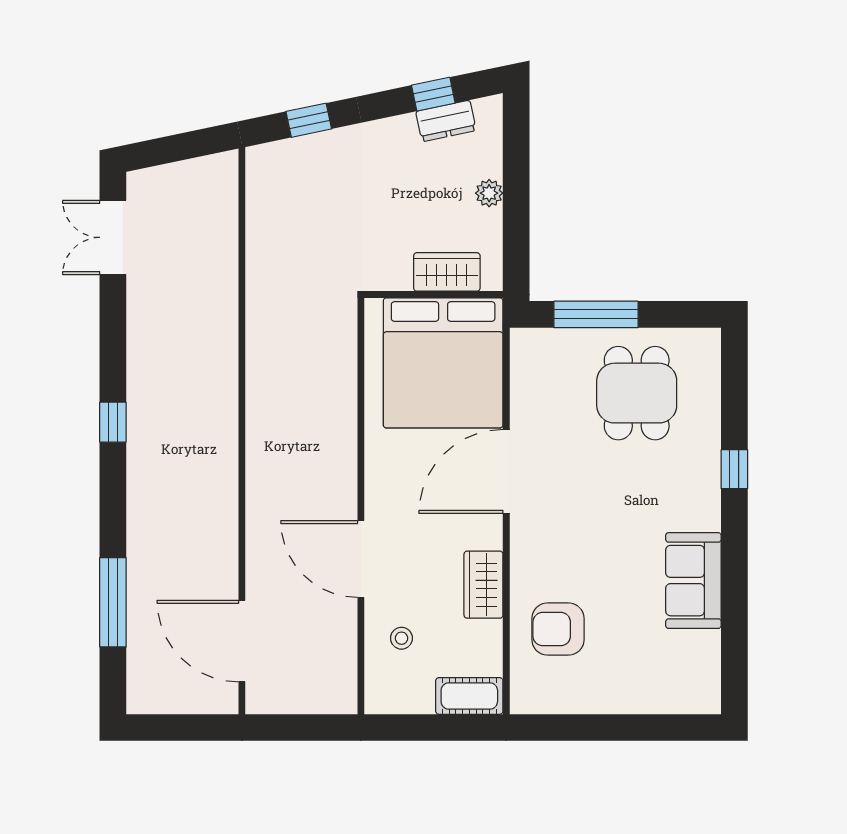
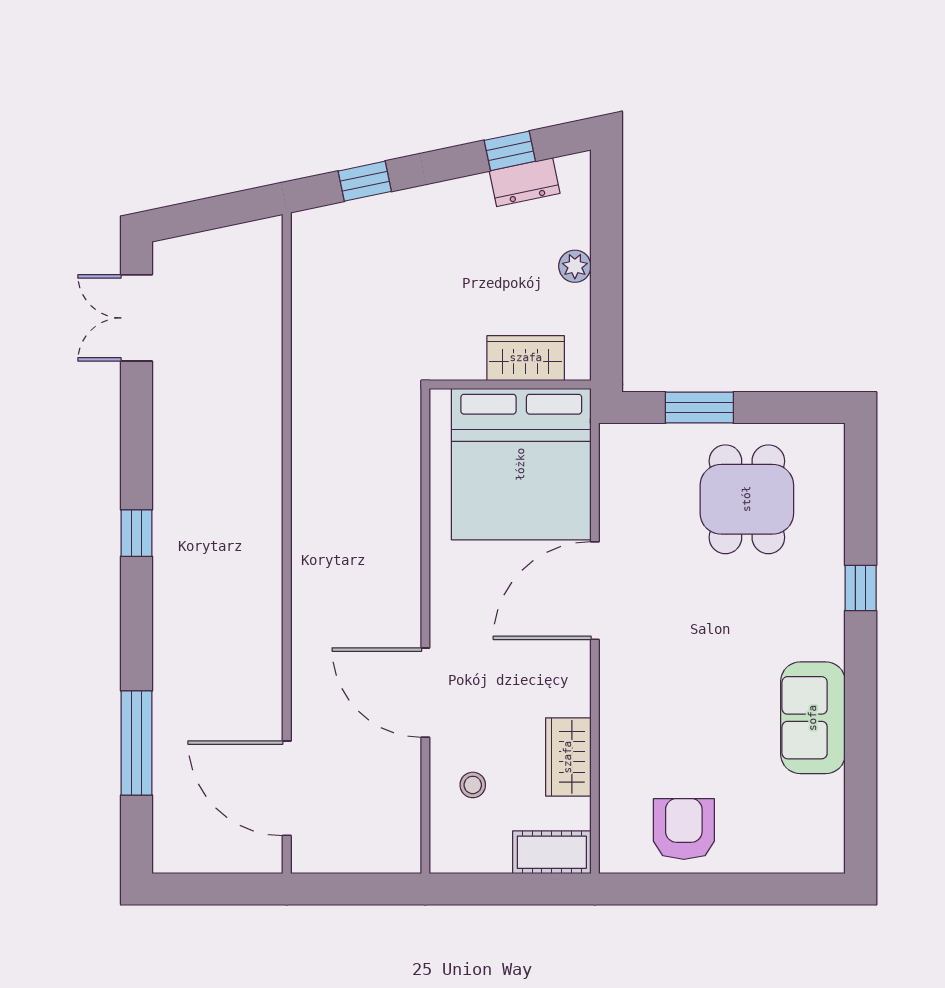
window: (596, 314) -> (699, 408), width x0.69
wardrobe: (483, 585) -> (568, 757), moved
armchair: (558, 629) -> (684, 829), moved, turned 90

